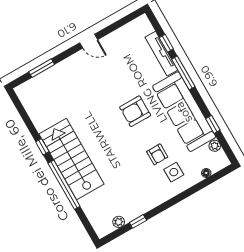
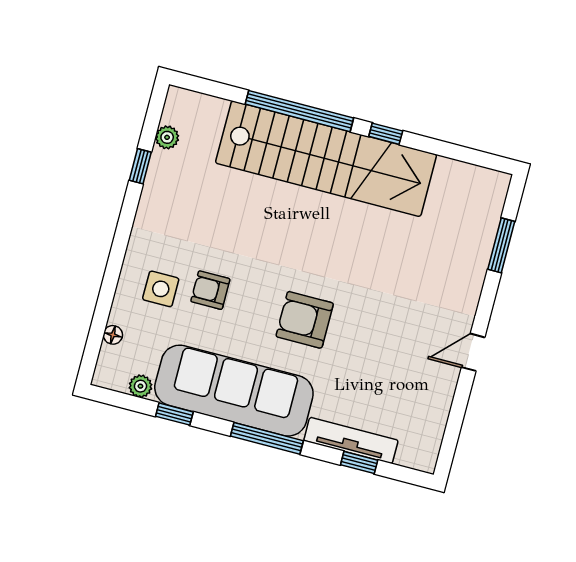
window: (183, 73) -> (267, 438), moved
armchair: (135, 111) -> (305, 320), turned -90
stairs: (72, 159) -> (326, 159), width x1.36

